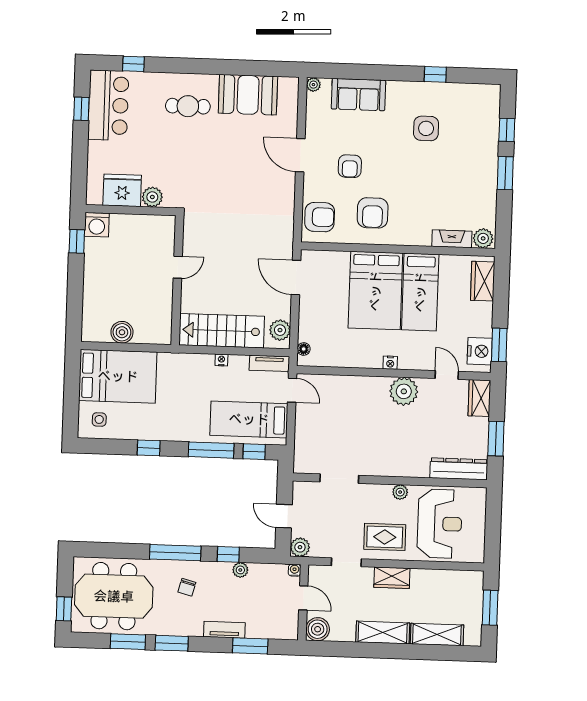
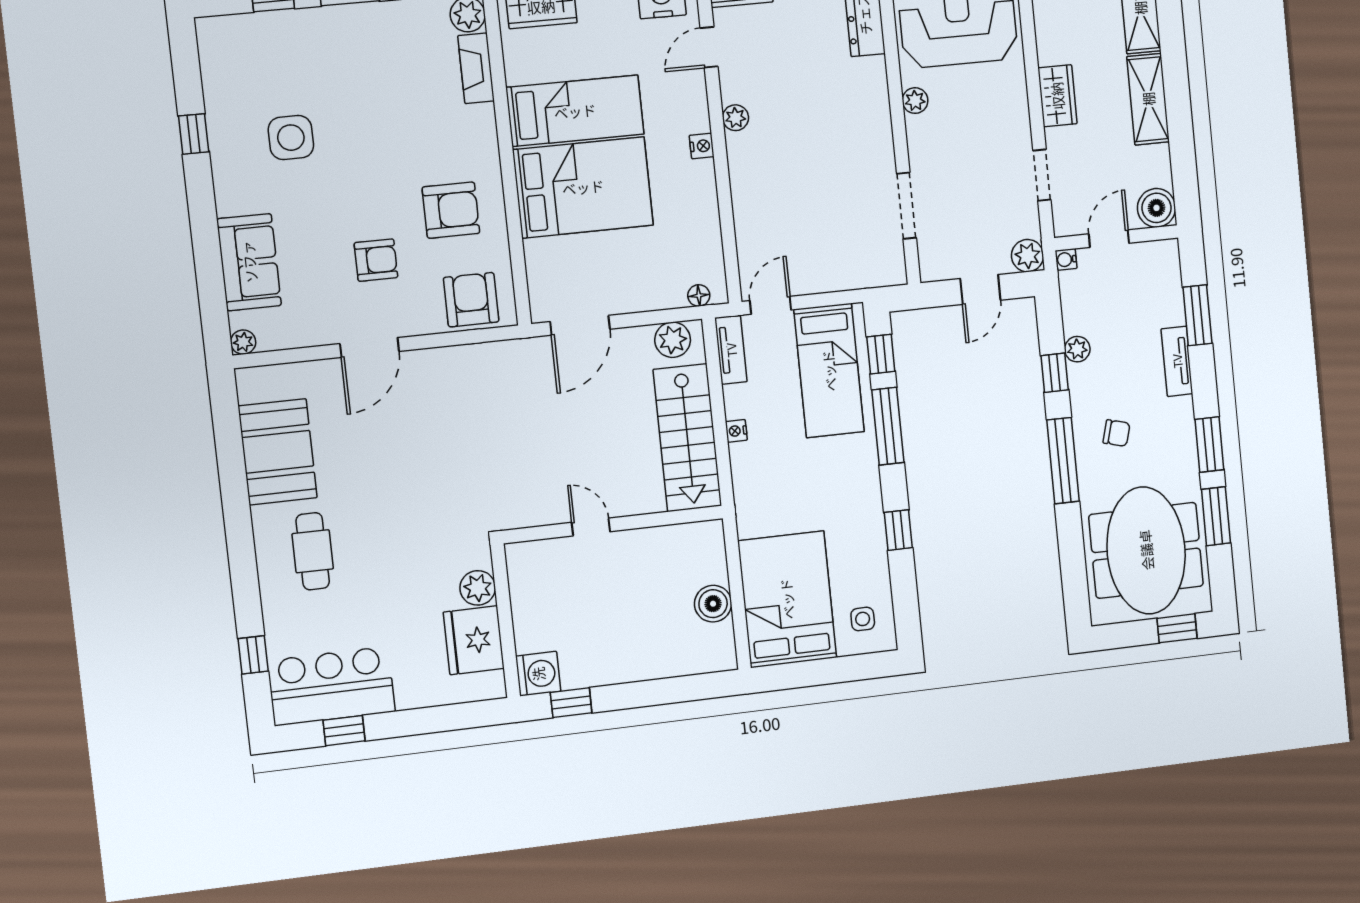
plant: (404, 391) -> (736, 118), width x0.53, depth x0.53
rug: (385, 537) -> (992, 117), removed

